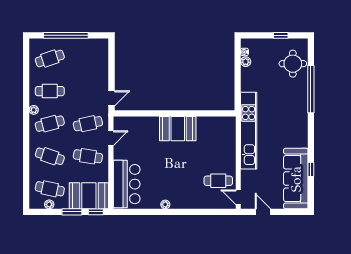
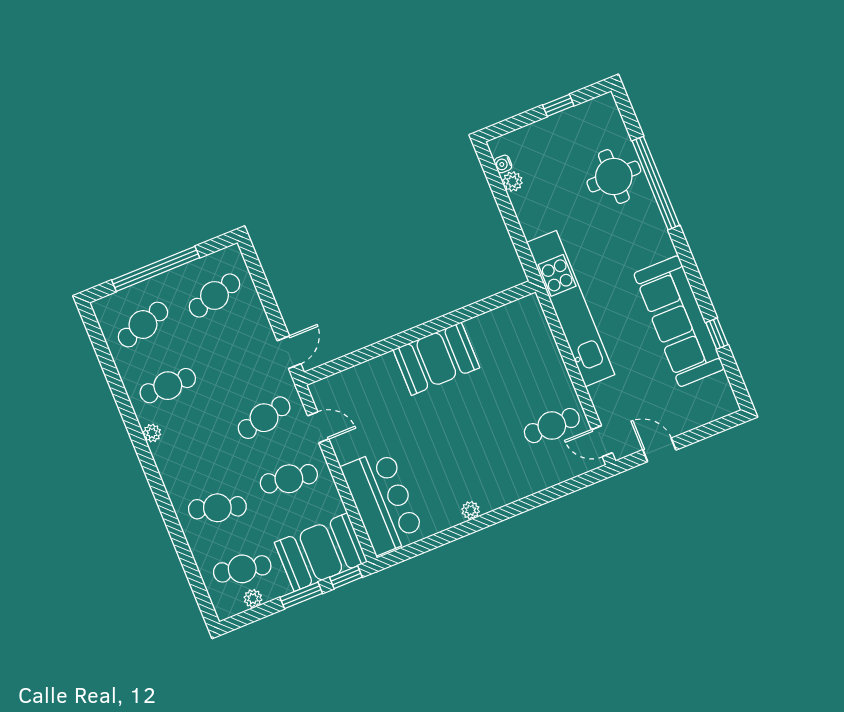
round table: (293, 64) -> (614, 177), moved
cafe table: (50, 124) -> (214, 296), moved
door: (111, 138) -> (318, 427), hinge flipped
sofa: (296, 179) -> (679, 321), moved

